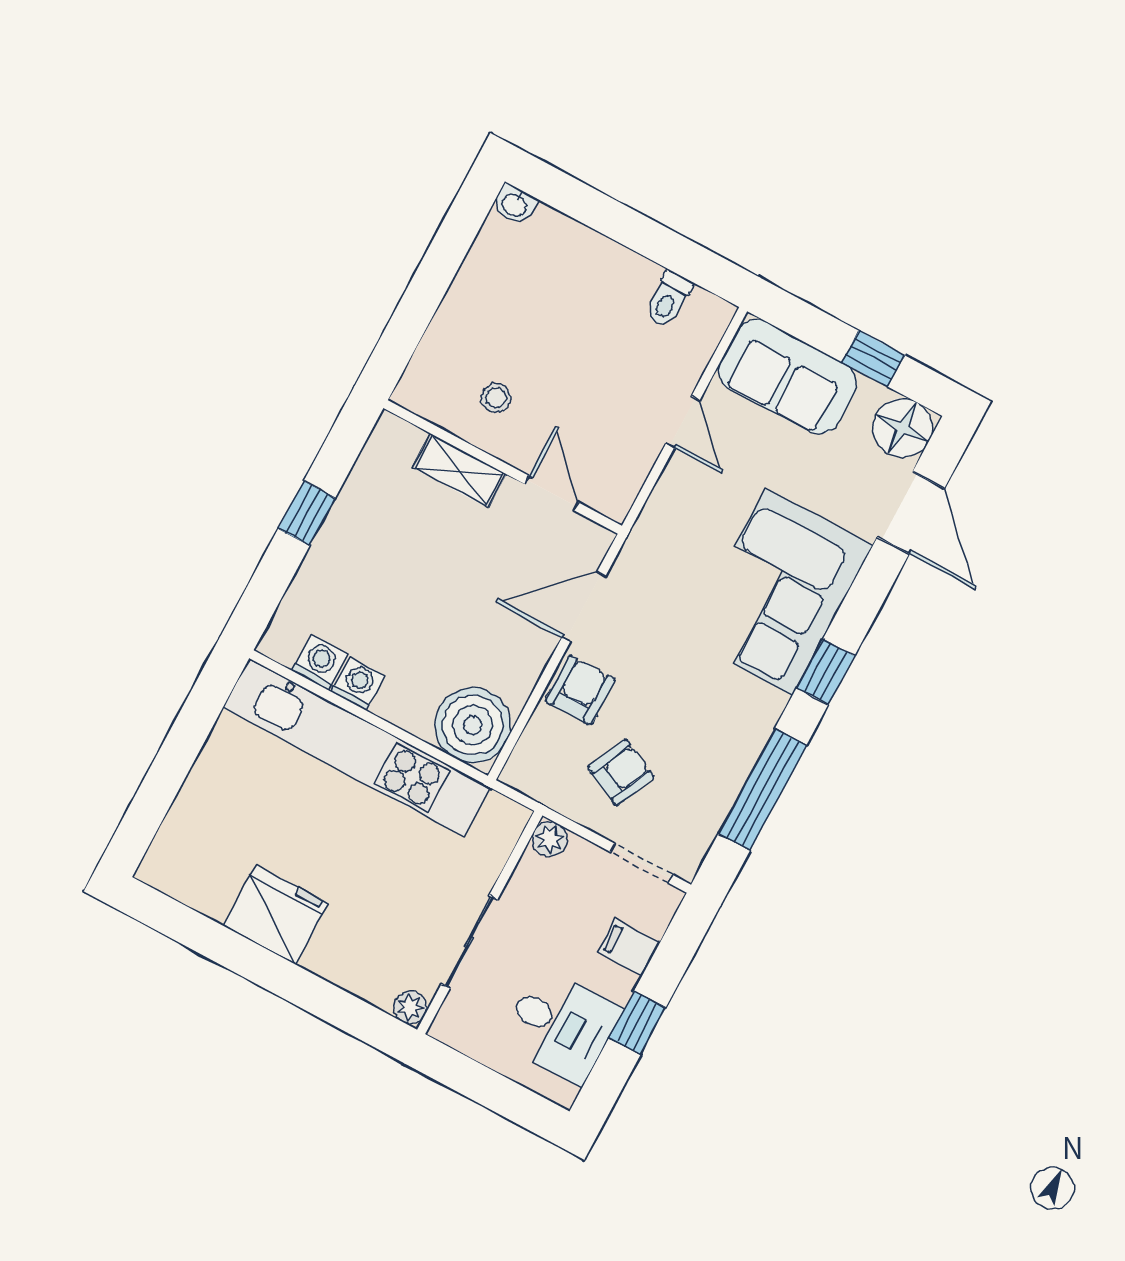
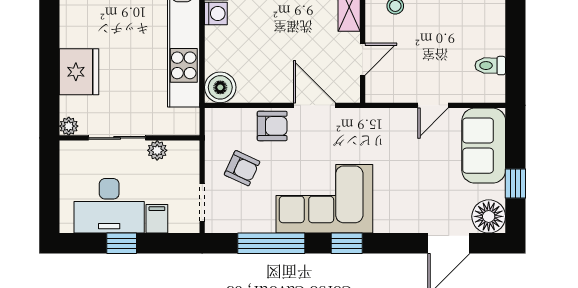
corner sofa: (779, 592) -> (324, 199), moved
boiler: (473, 725) -> (220, 87), width x0.73, depth x0.73
plant: (549, 839) -> (157, 150), moved
fridge: (276, 915) -> (79, 72), moved
desk: (561, 1026) -> (109, 206), width x1.37

